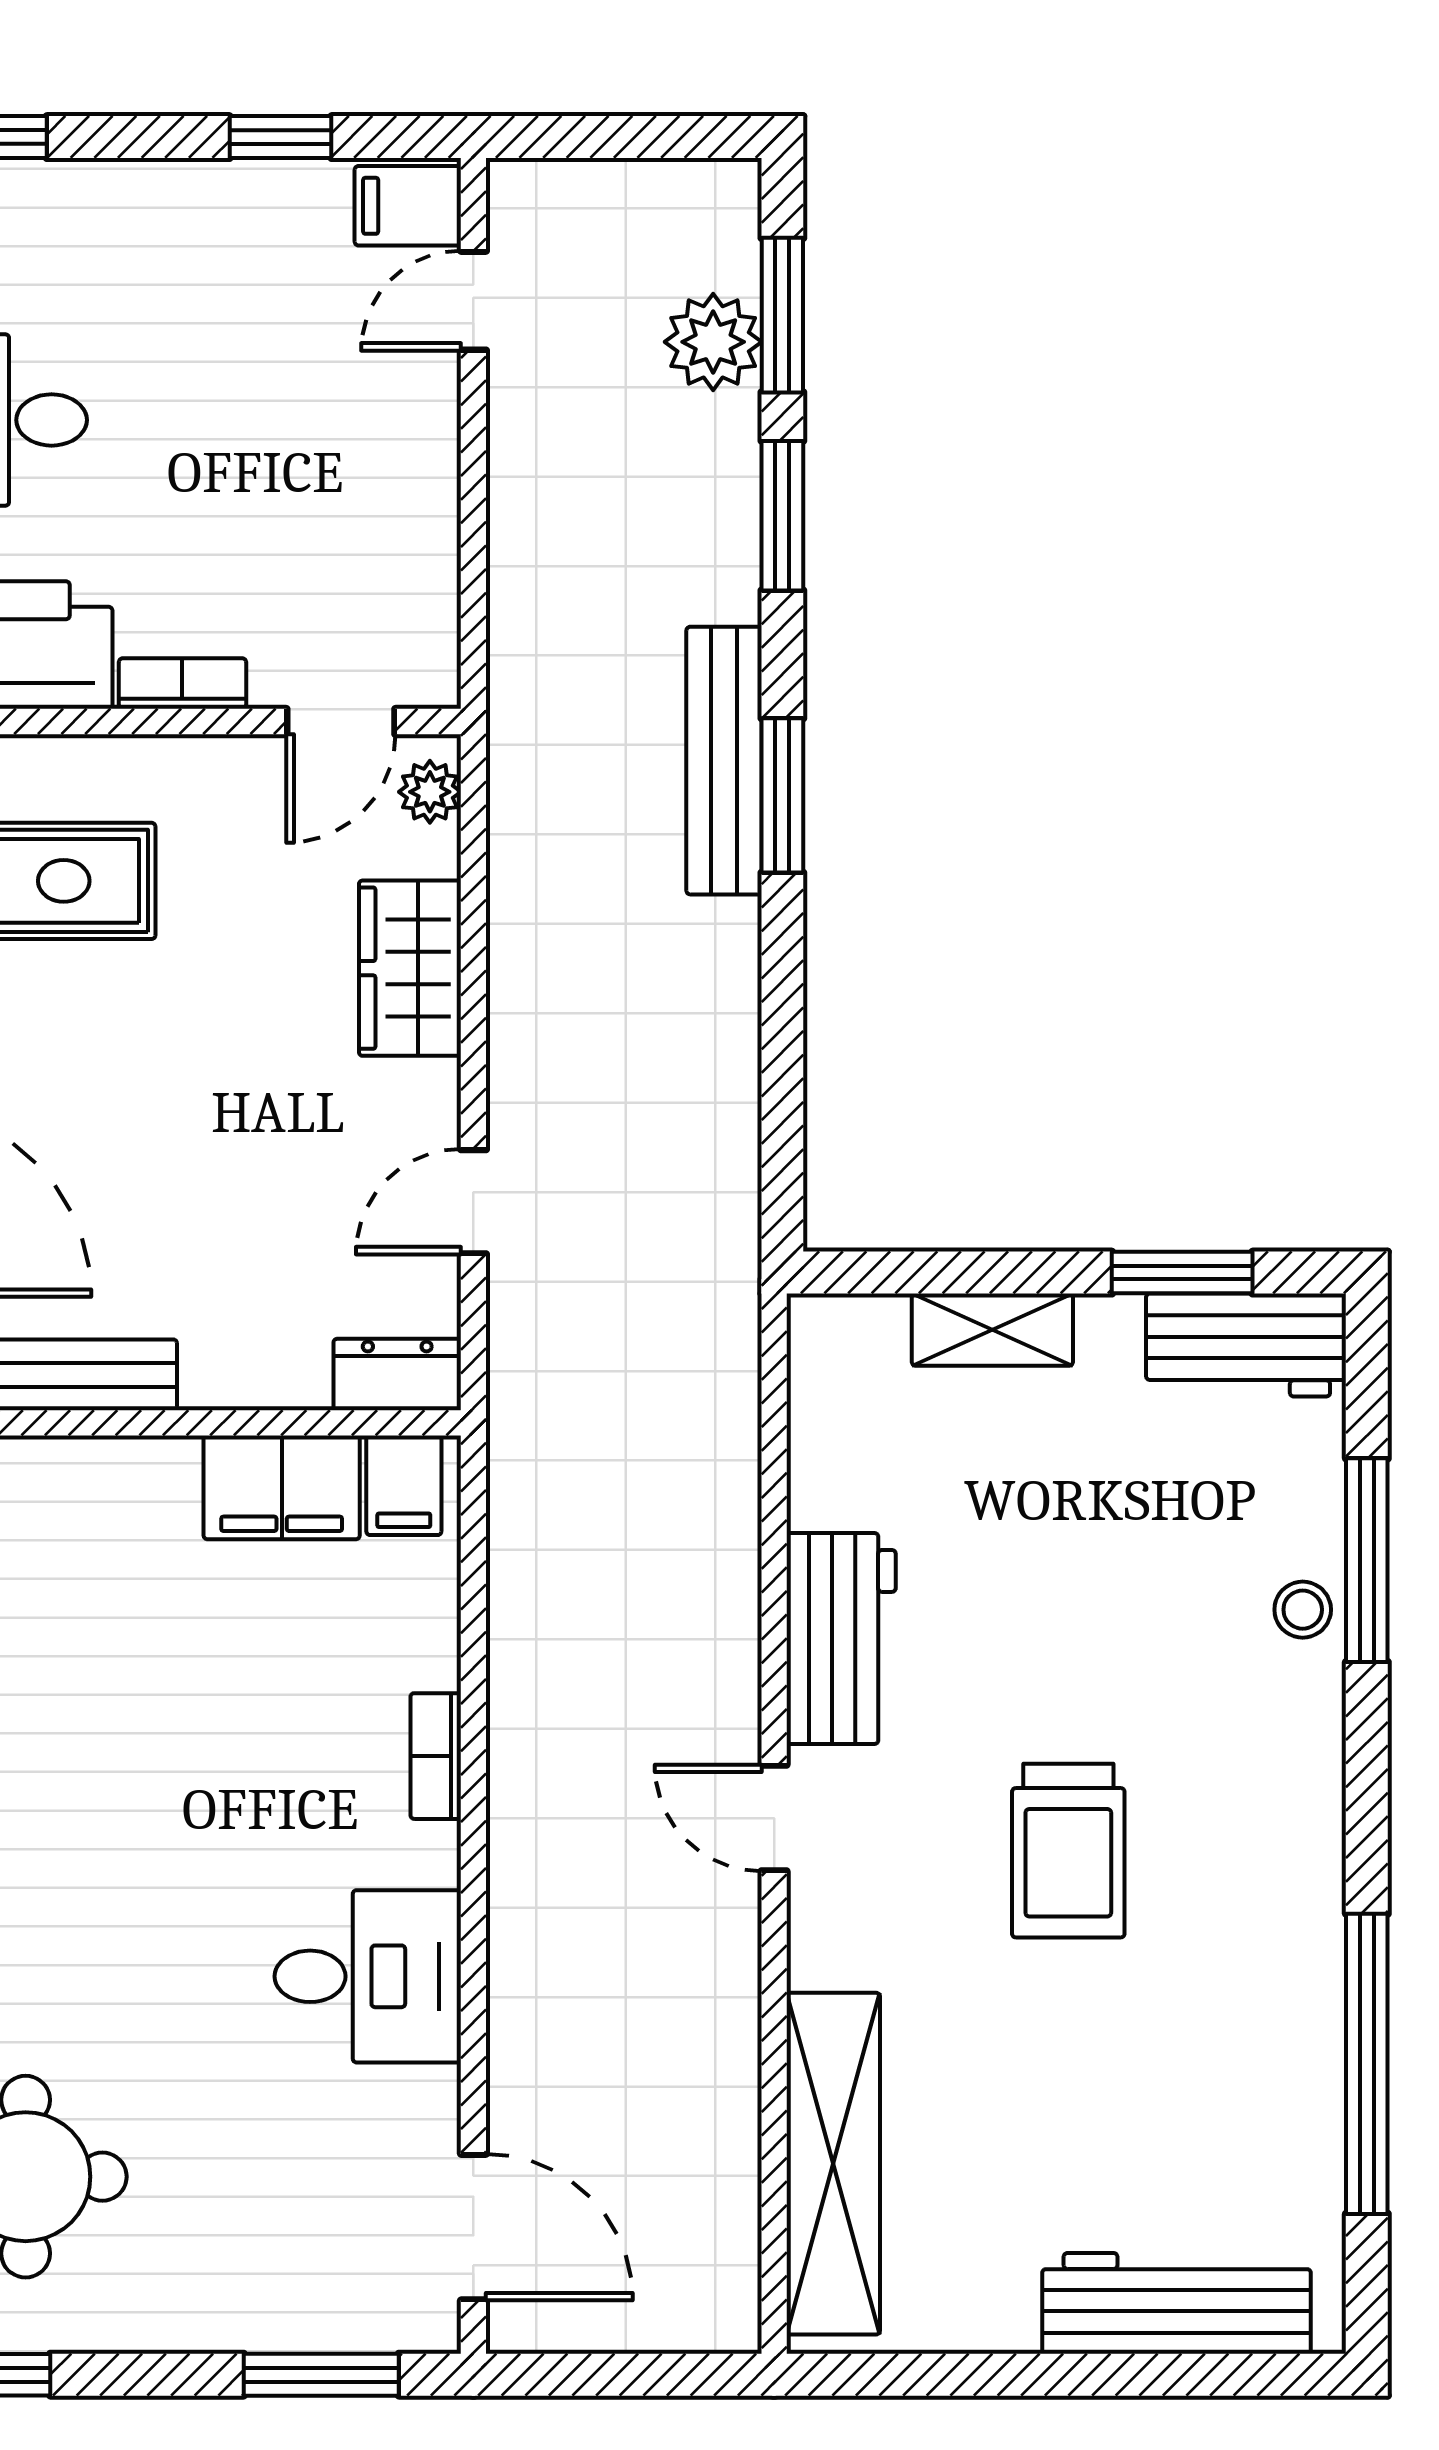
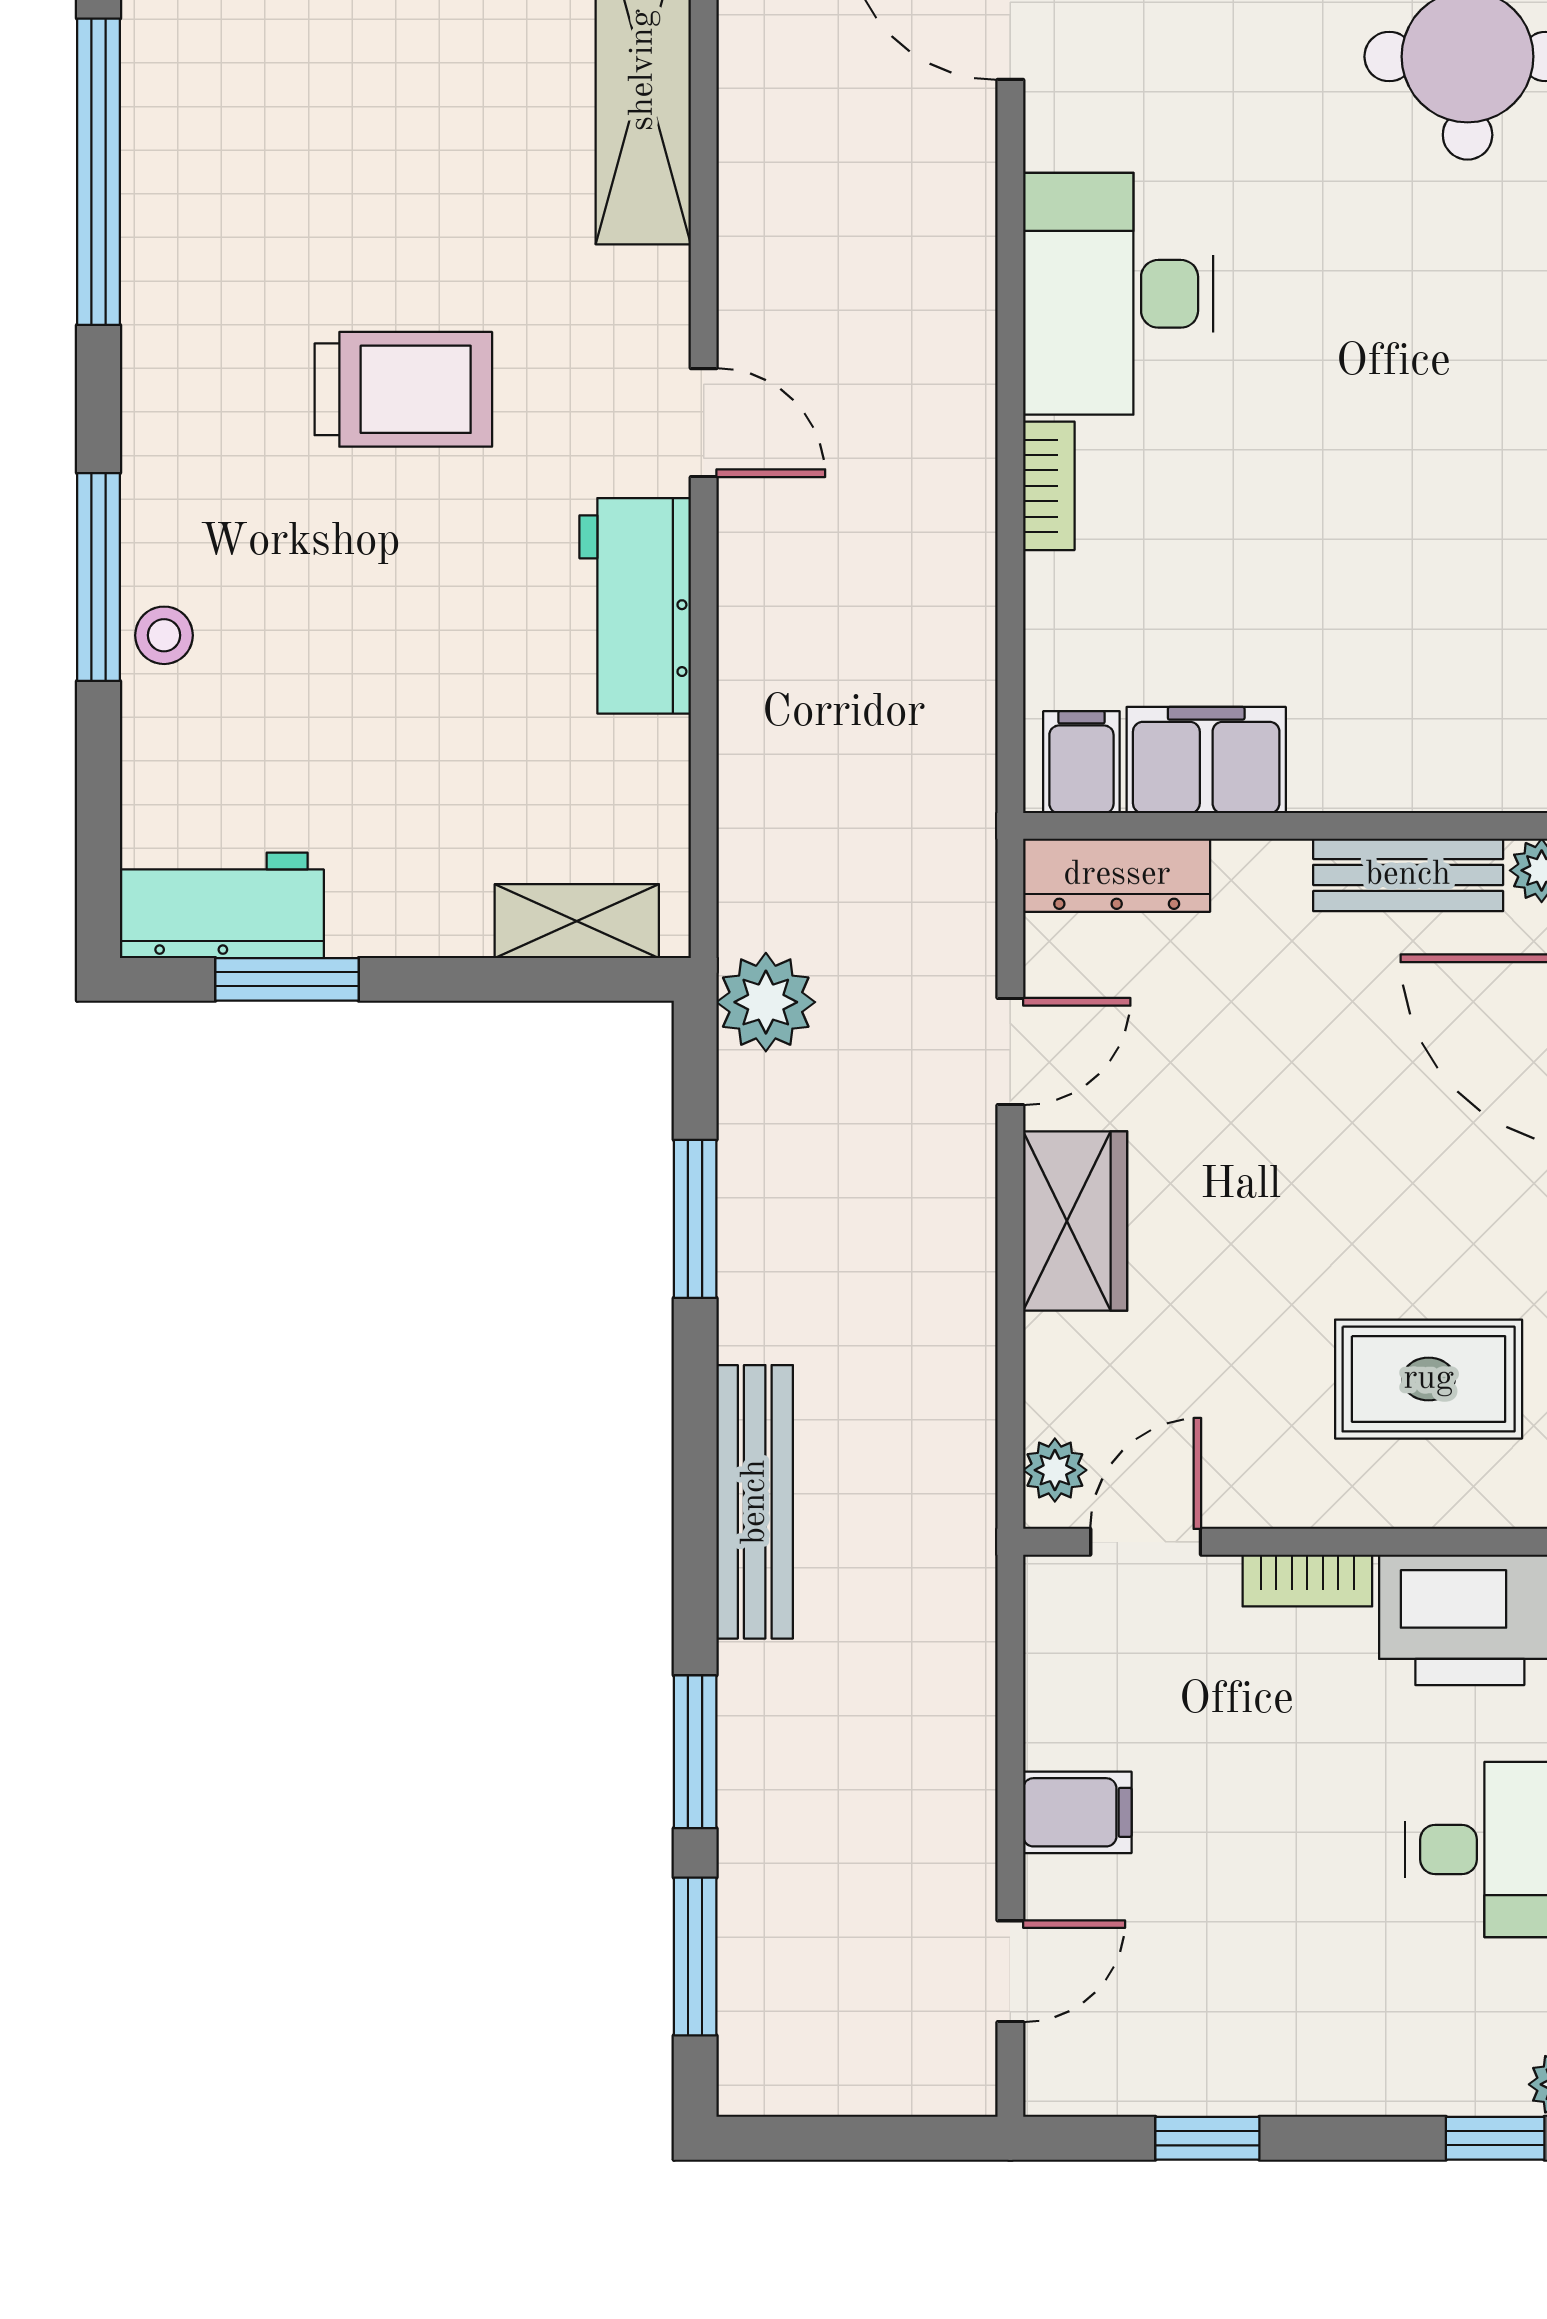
filing cabinet: (408, 206) -> (1077, 1812), moved
plant: (713, 342) -> (766, 1002), moved
window: (782, 795) -> (695, 1219), moved
wardrobe: (410, 968) -> (1075, 1221), moved
shelving: (992, 1330) -> (577, 921), moved
dresser: (397, 1374) -> (1117, 875), width x1.44
window: (1367, 1560) -> (99, 577), moved
trolley: (1068, 1851) -> (403, 389), turned 90
desk: (368, 1976) -> (1118, 294), width x1.37

